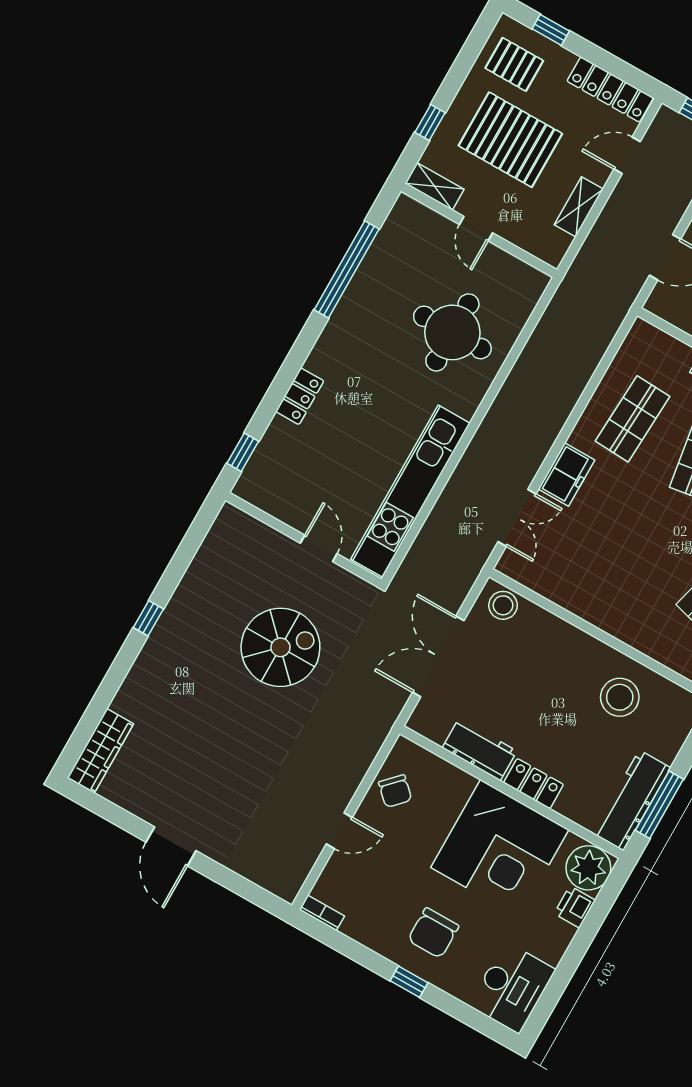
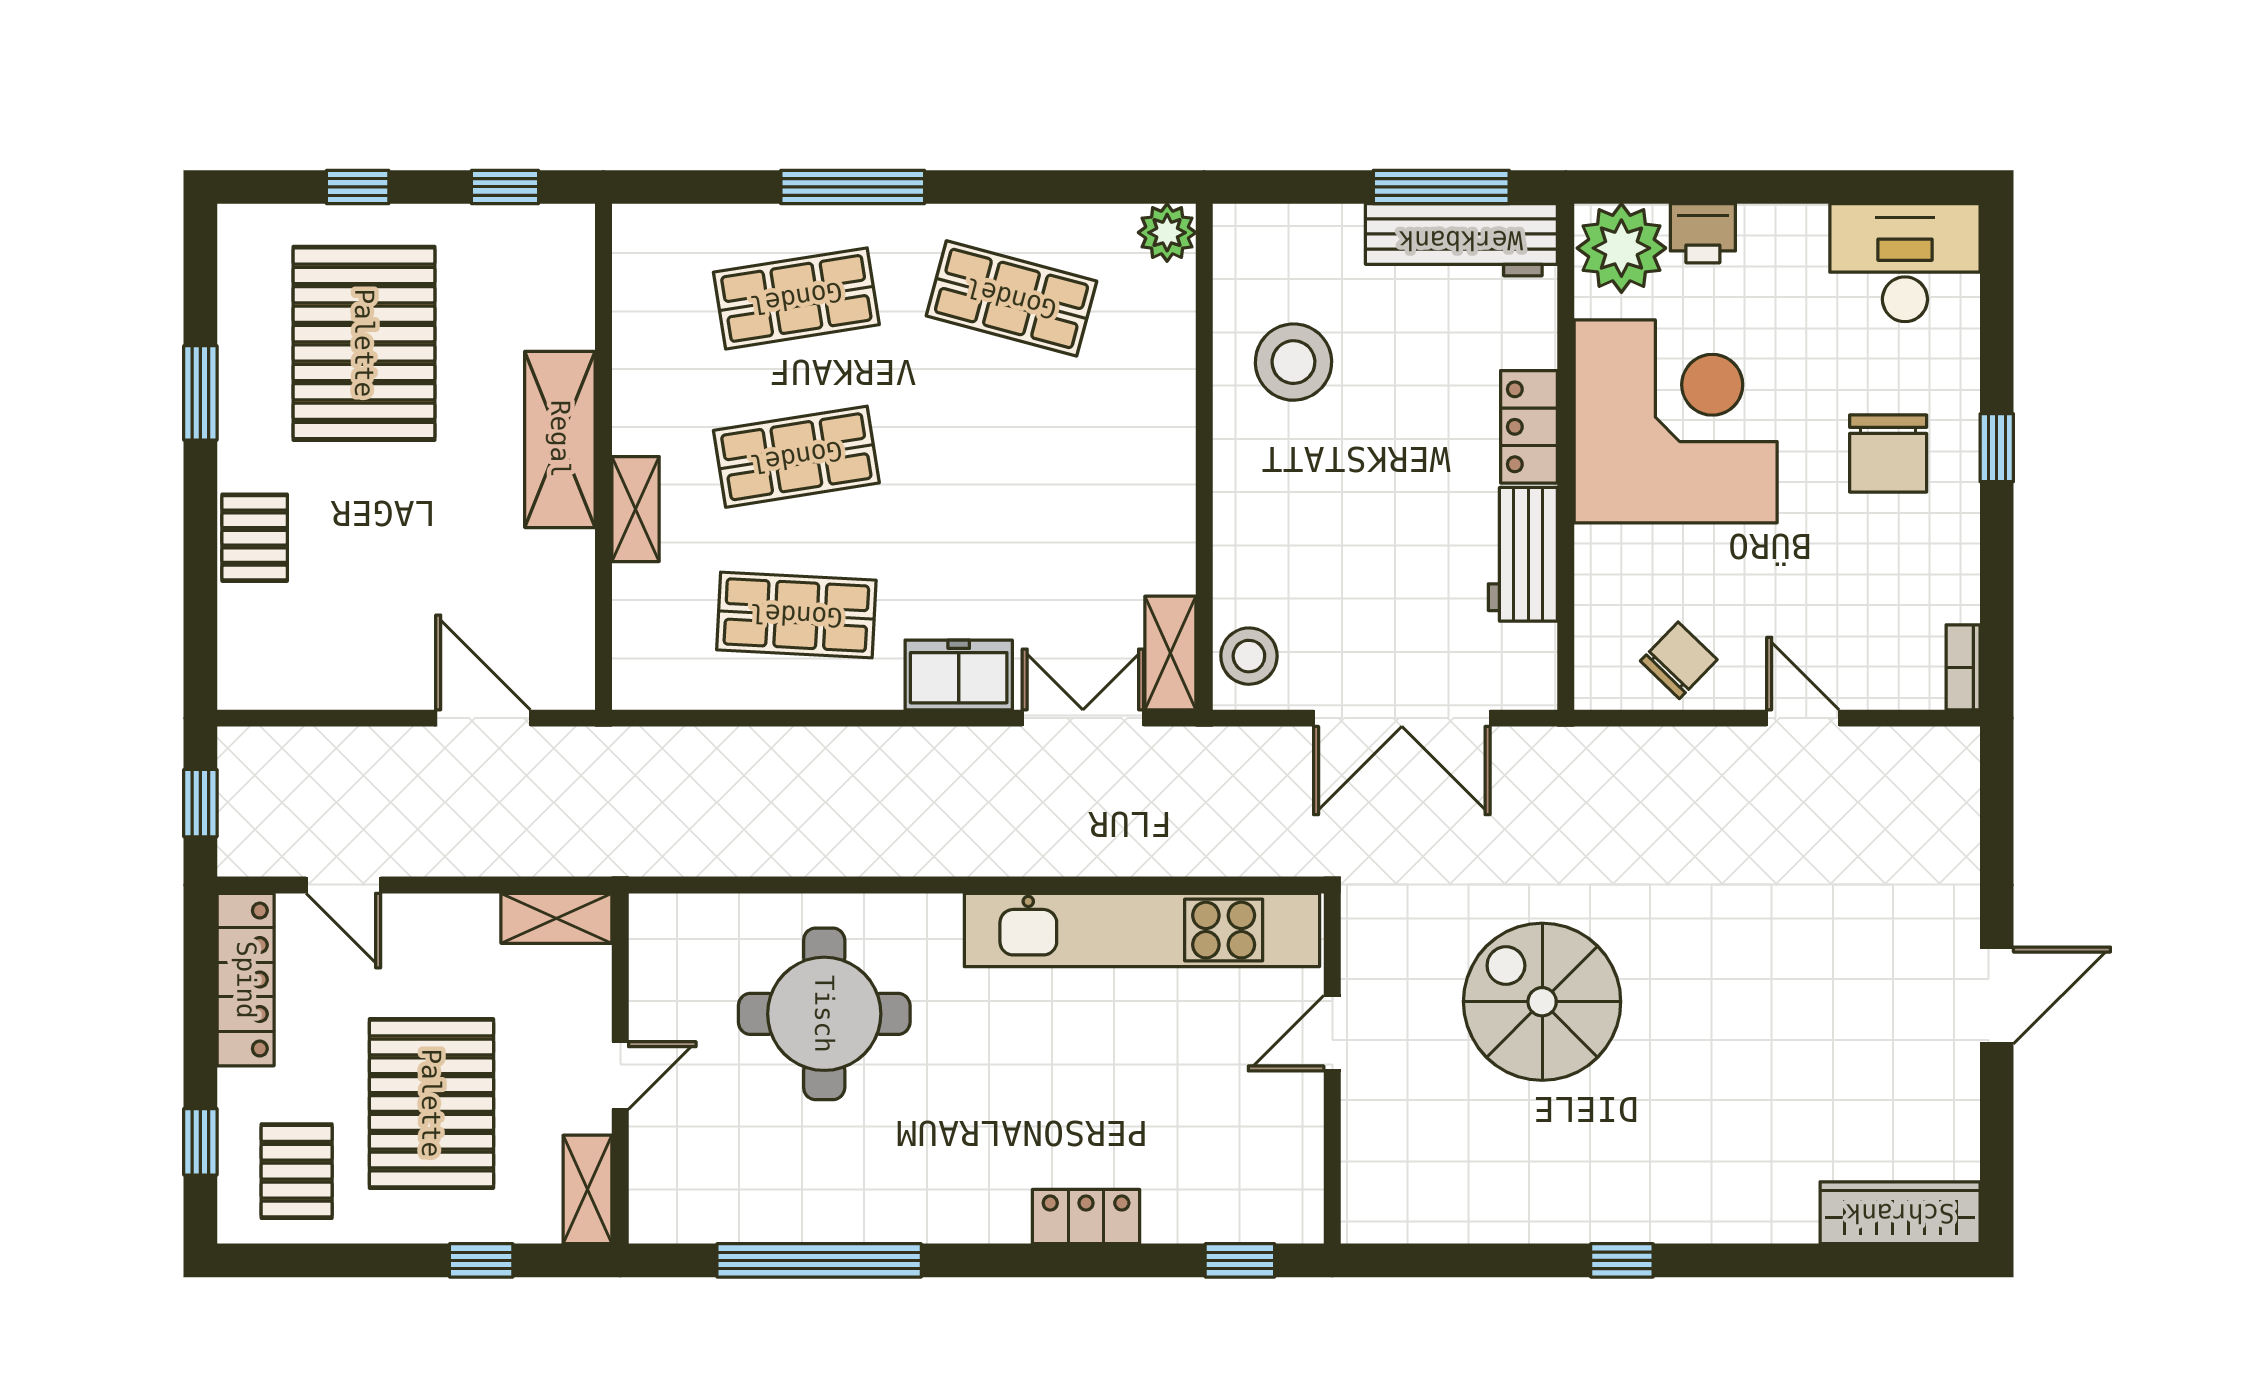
shelving: (579, 207) -> (556, 918), moved
shelving: (524, 572) -> (1170, 653), added
chair: (433, 933) -> (1888, 454), turned 90

